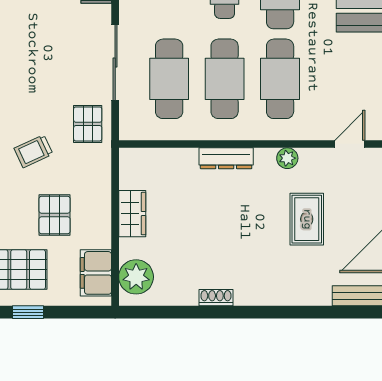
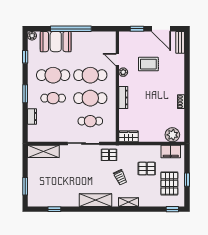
cafe table: (169, 79) -> (90, 121), width x0.73, depth x0.74
door: (350, 144) -> (117, 60), moved
wardrobe: (132, 214) -> (128, 136), moved

